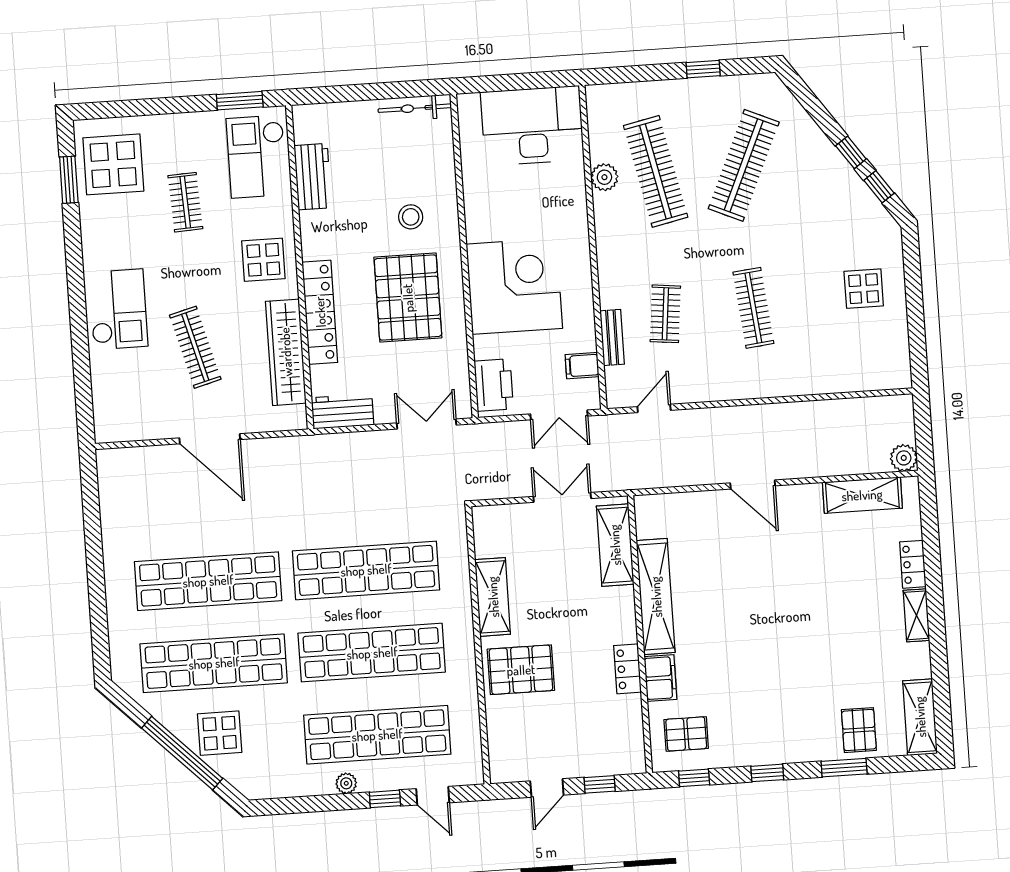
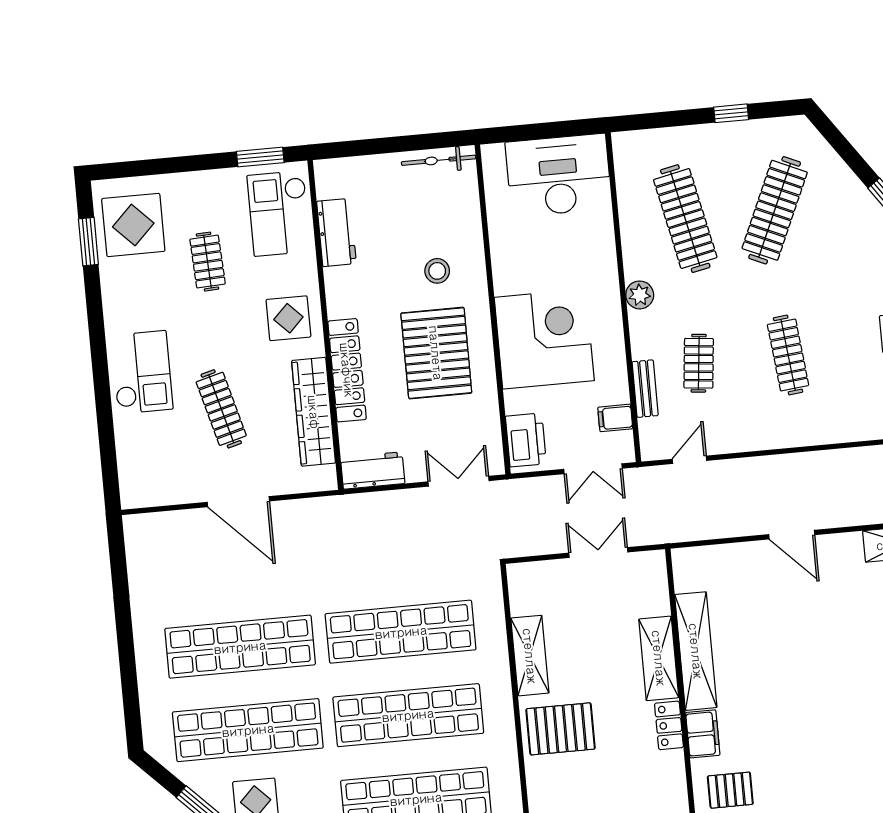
plant: (604, 177) -> (640, 295), moved
shelving: (615, 545) -> (659, 658), moved

